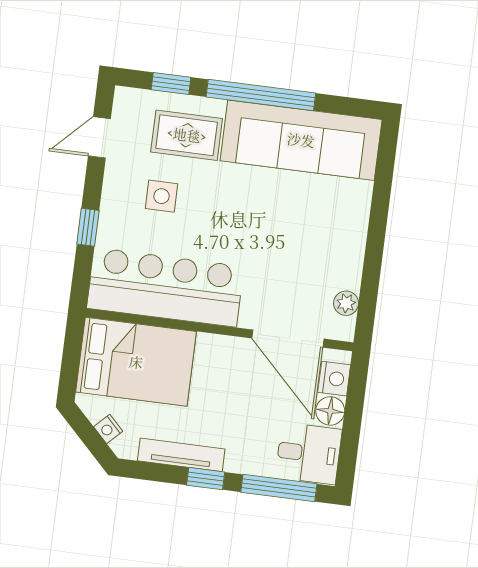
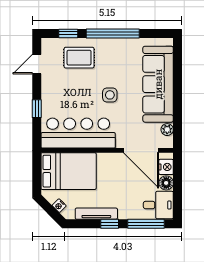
sofa: (301, 140) -> (158, 84), moved, turned 90
side table: (161, 196) -> (110, 95), moved

